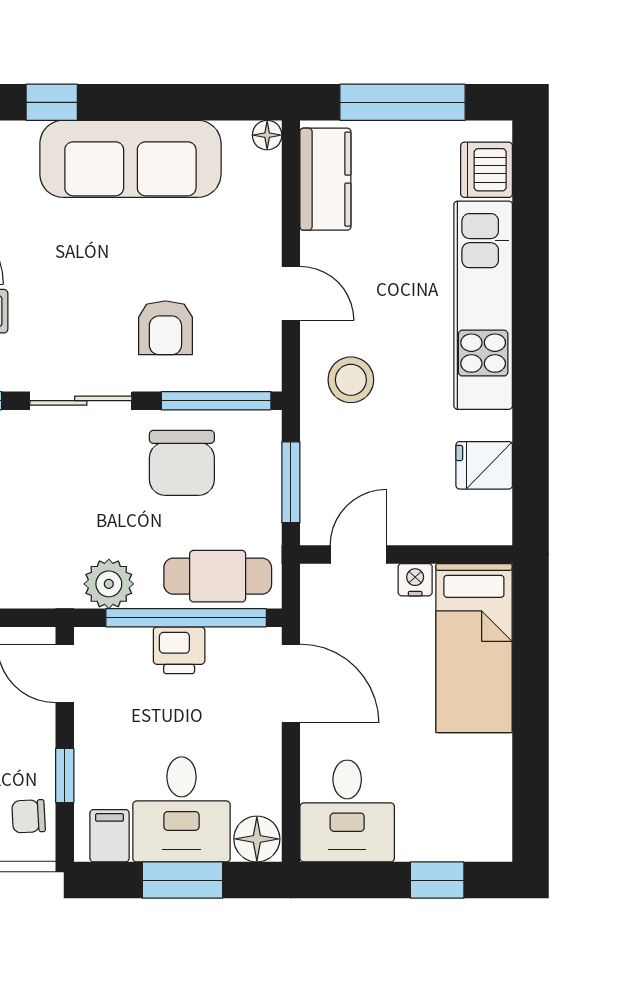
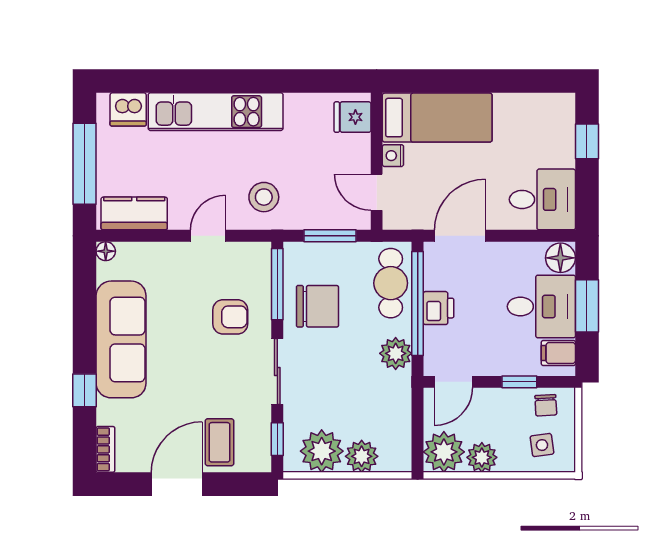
fridge: (484, 465) -> (353, 117), moved, turned 90

